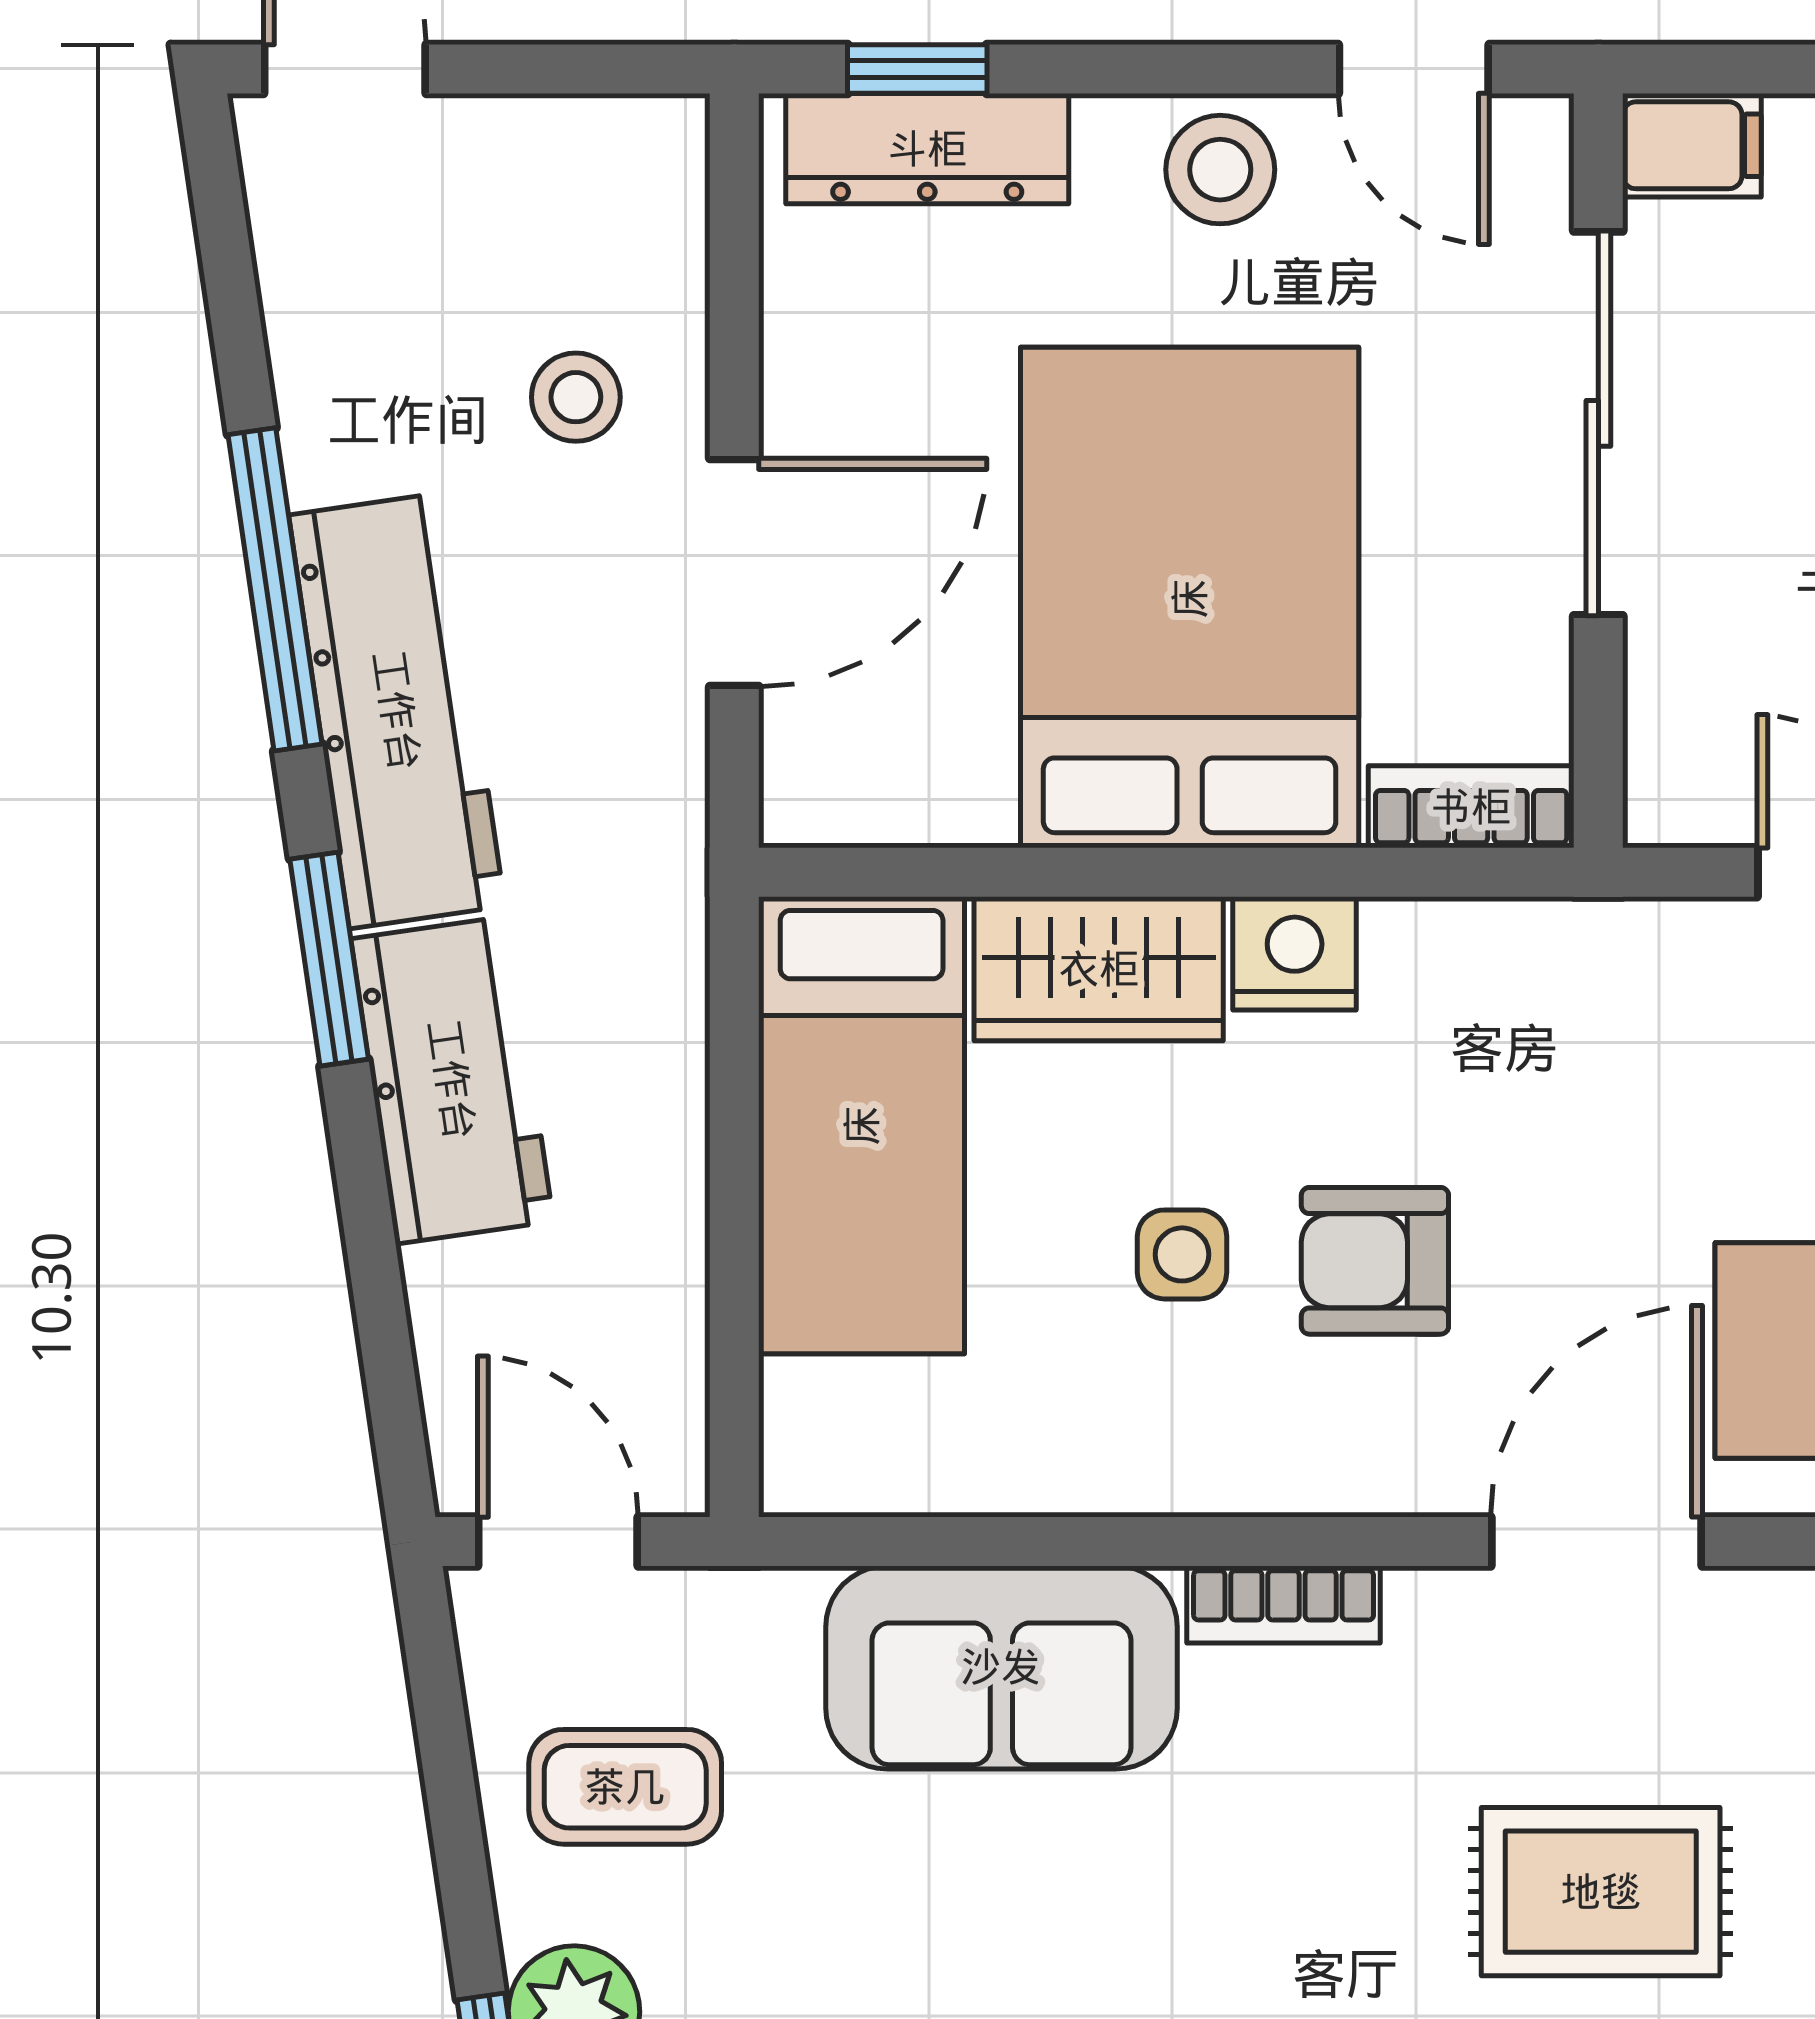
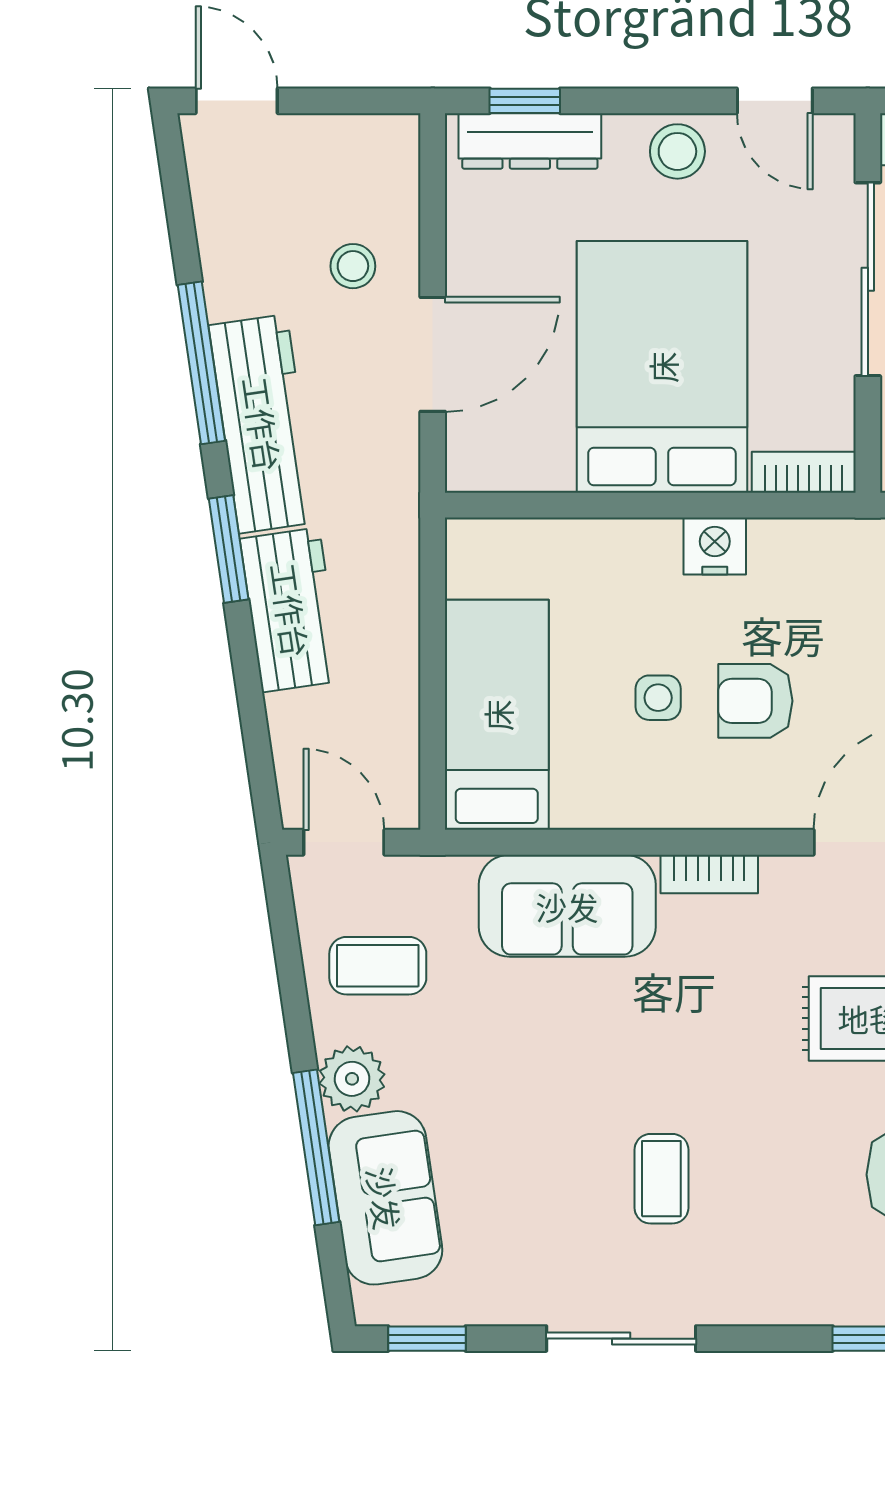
wardrobe: (1099, 969) -> (616, 554), removed
bed: (862, 1125) -> (497, 715), moved, turned 180

